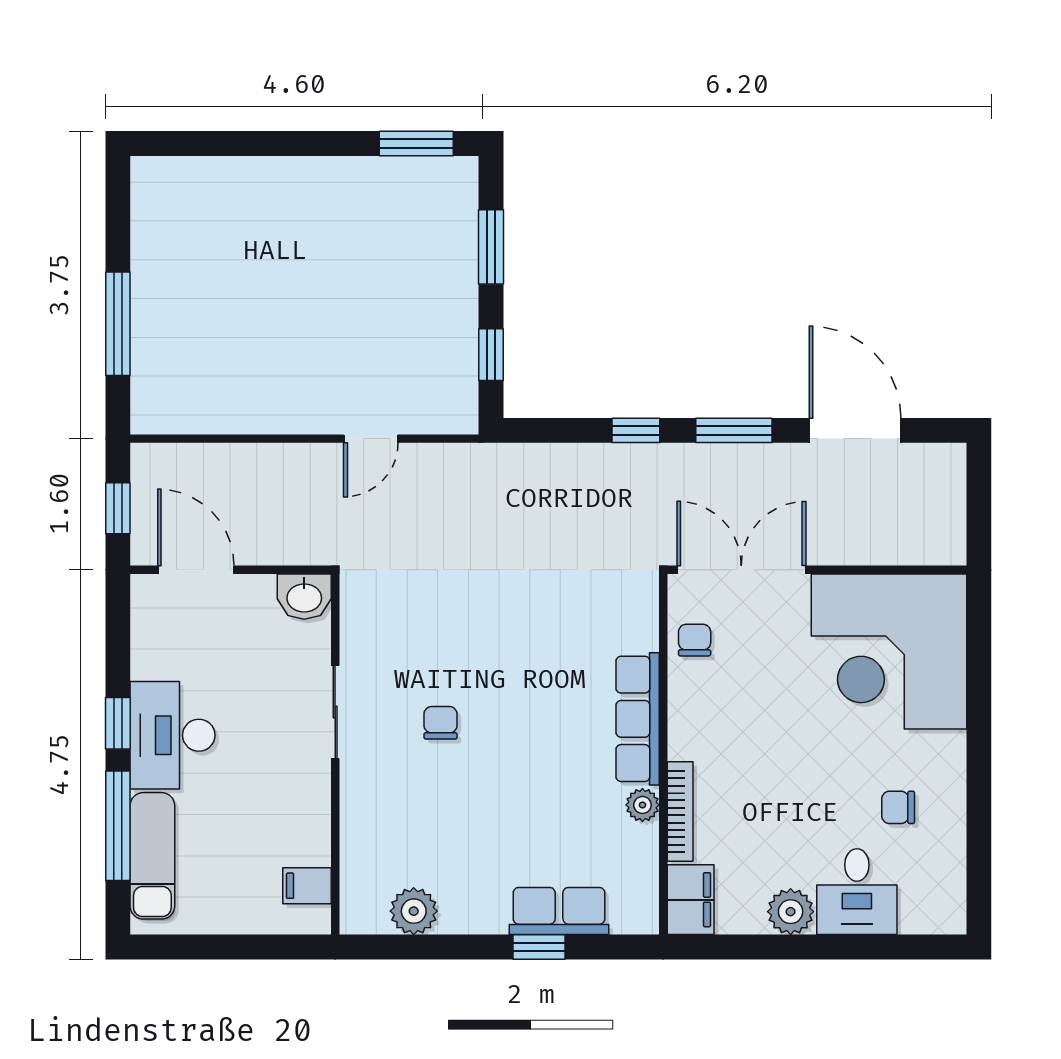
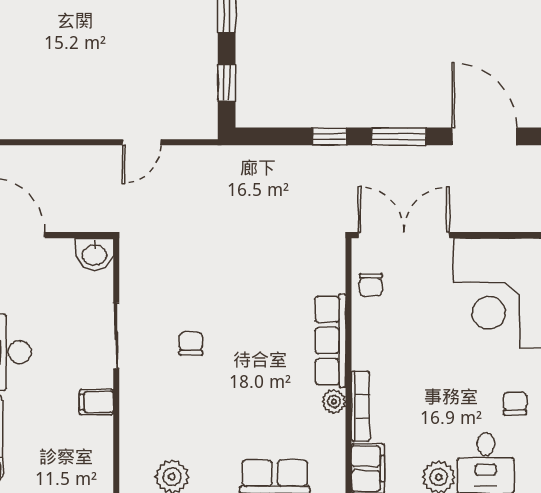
chair: (695, 640) -> (371, 285), turned 180
chair: (898, 807) -> (515, 403), turned 90
filing cabinet: (307, 886) -> (96, 402), moved

